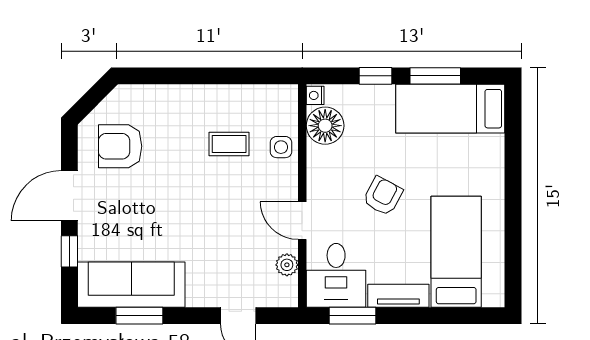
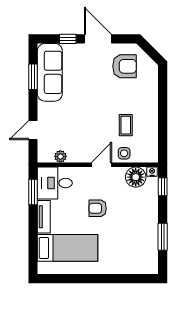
window: (375, 76) -> (163, 187), moved
bed: (450, 109) -> (145, 245), removed
armchair: (120, 146) -> (125, 66), turned 90
armchair: (383, 196) -> (98, 208), turned 152
door: (302, 221) -> (102, 165), moved

